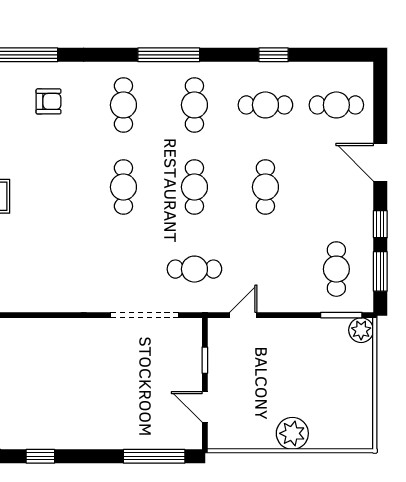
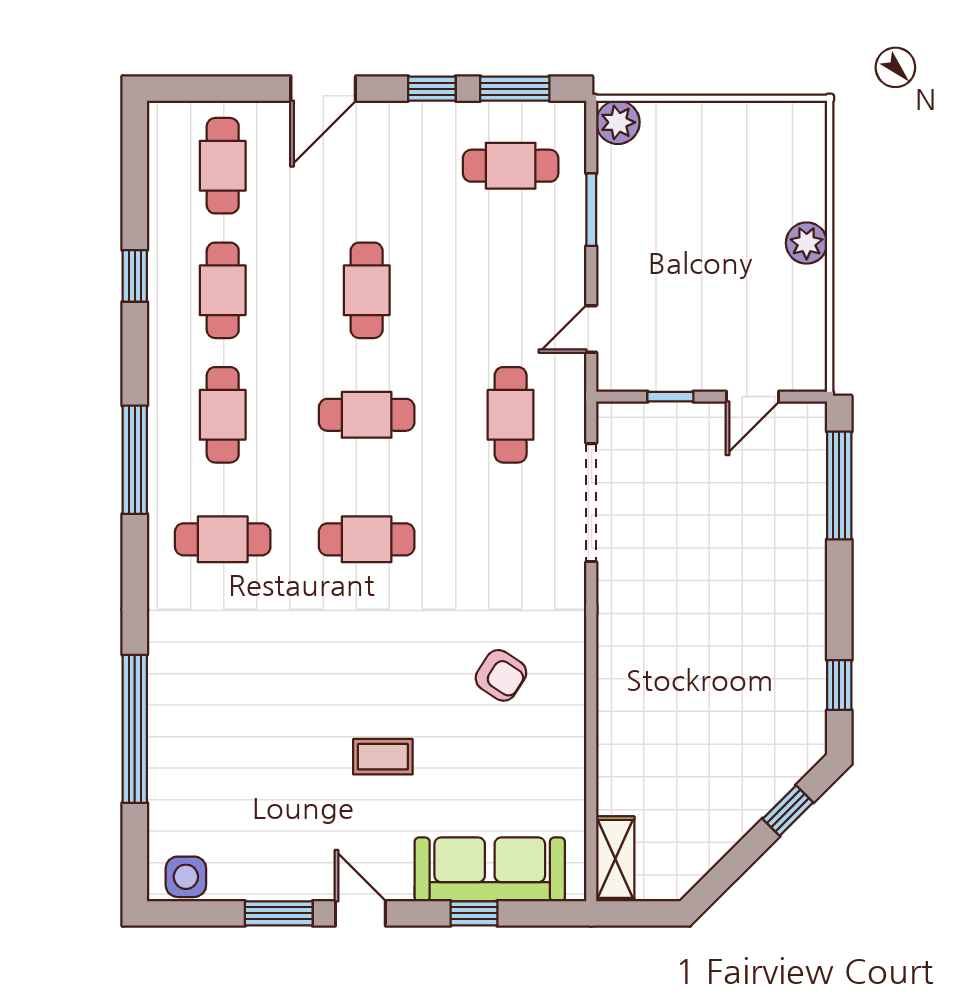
armchair: (48, 101) -> (501, 675), moved, turned 123
cafe table: (194, 105) -> (223, 415), turned 90
cafe table: (265, 187) -> (367, 290), turned 90
door: (243, 315) -> (591, 329), hinge flipped
window: (341, 315) -> (591, 210), moved
plant: (292, 433) -> (807, 243), width x0.73, depth x0.73

